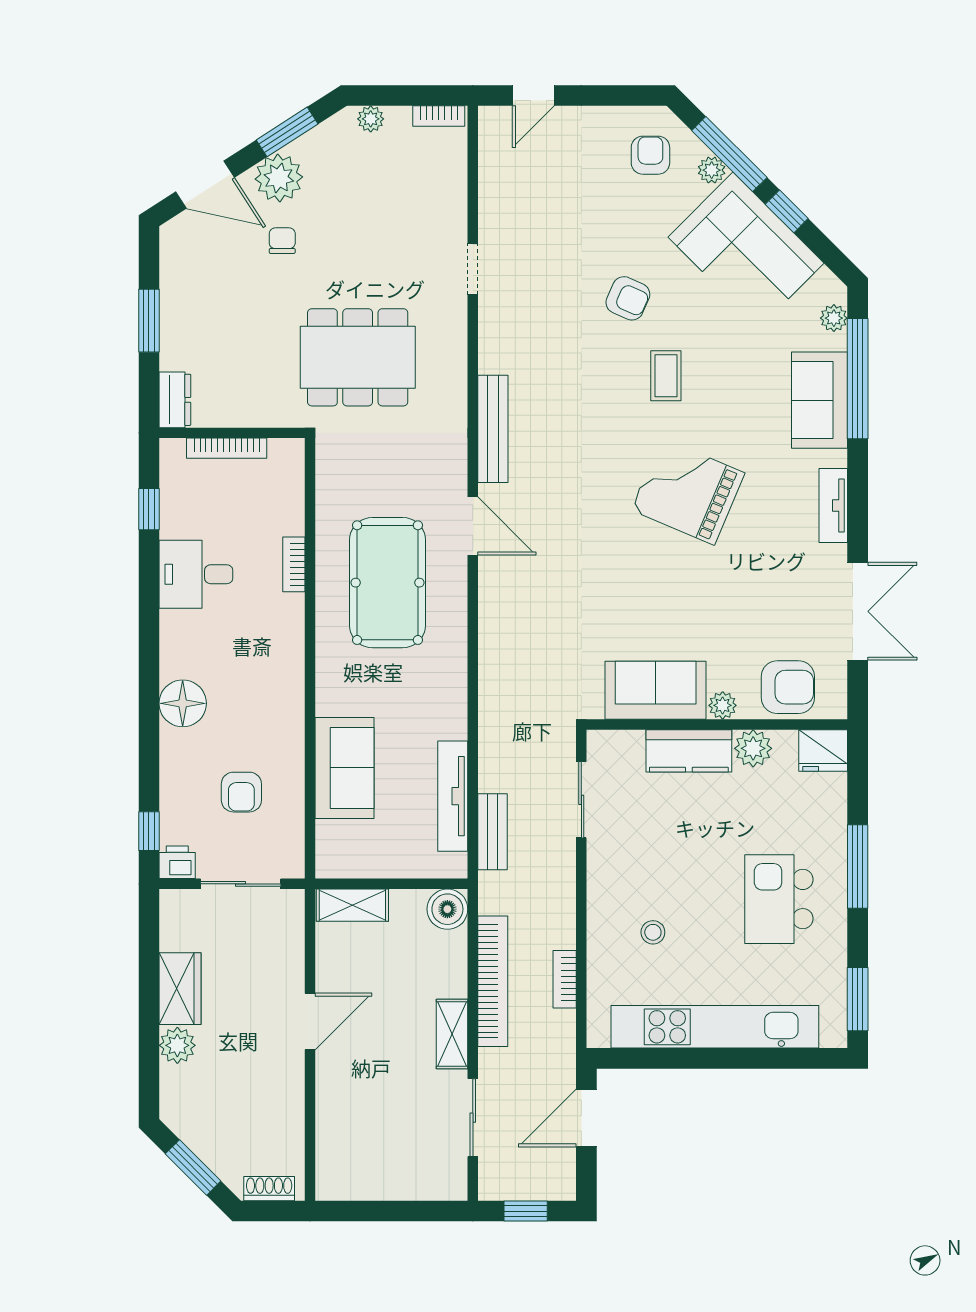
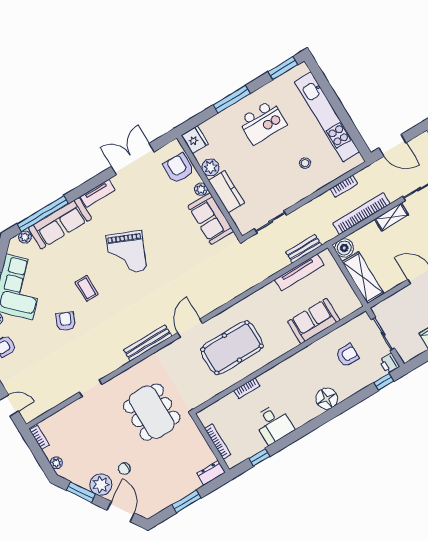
coffee table: (666, 376) -> (87, 288), turned 90
sofa: (820, 400) -> (60, 223), width x1.36
shelving: (352, 905) -> (363, 277), width x1.50, depth x1.33

